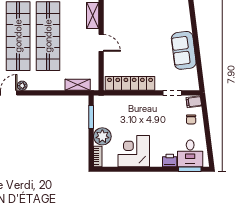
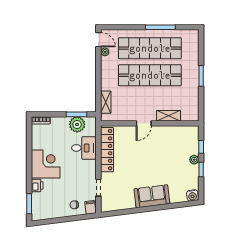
sofa: (184, 50) -> (152, 196), moved
plant: (102, 136) -> (77, 124), moved
corner desk: (134, 151) -> (46, 164), moved
desk: (190, 153) -> (84, 148), moved, turned 180

